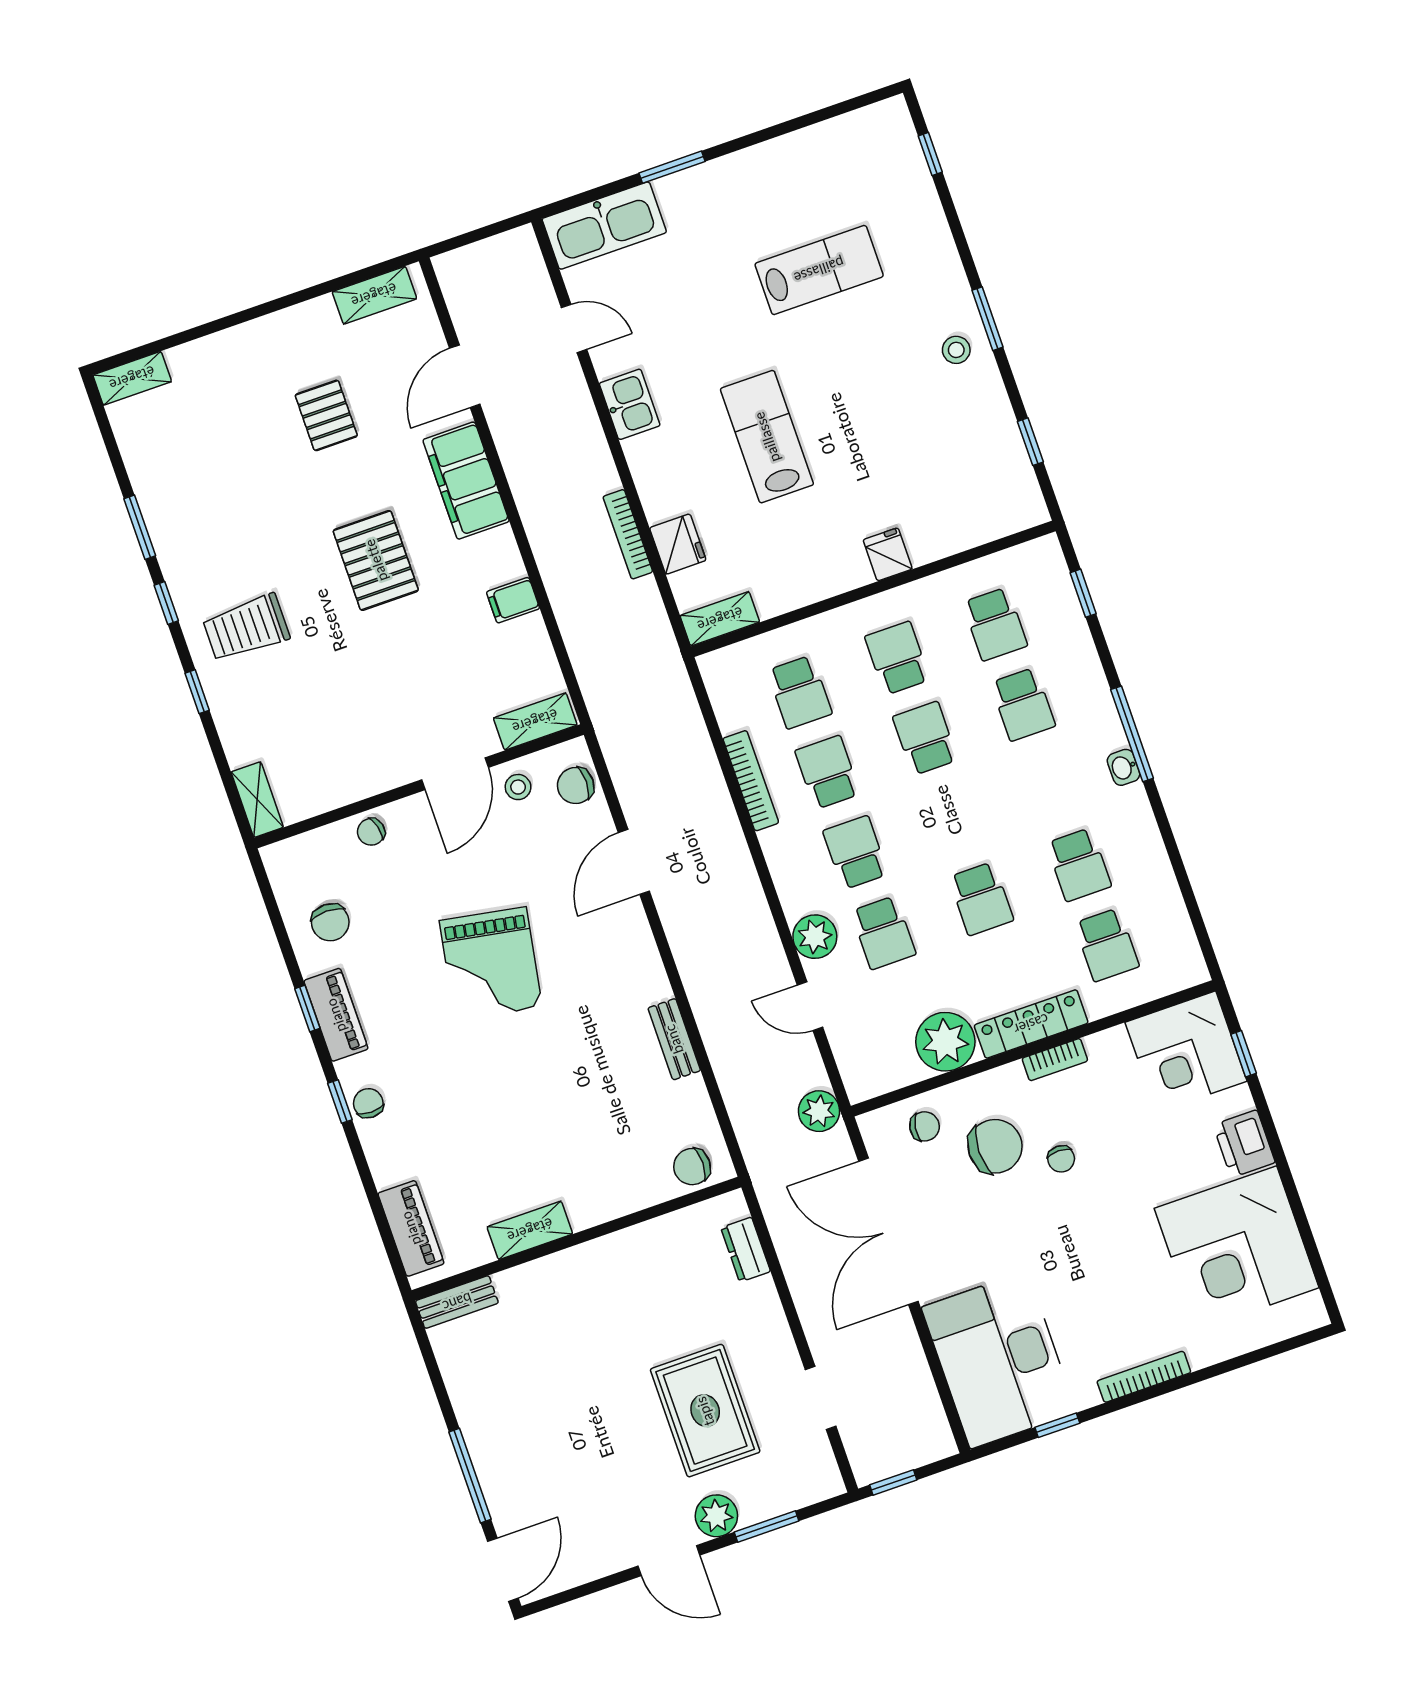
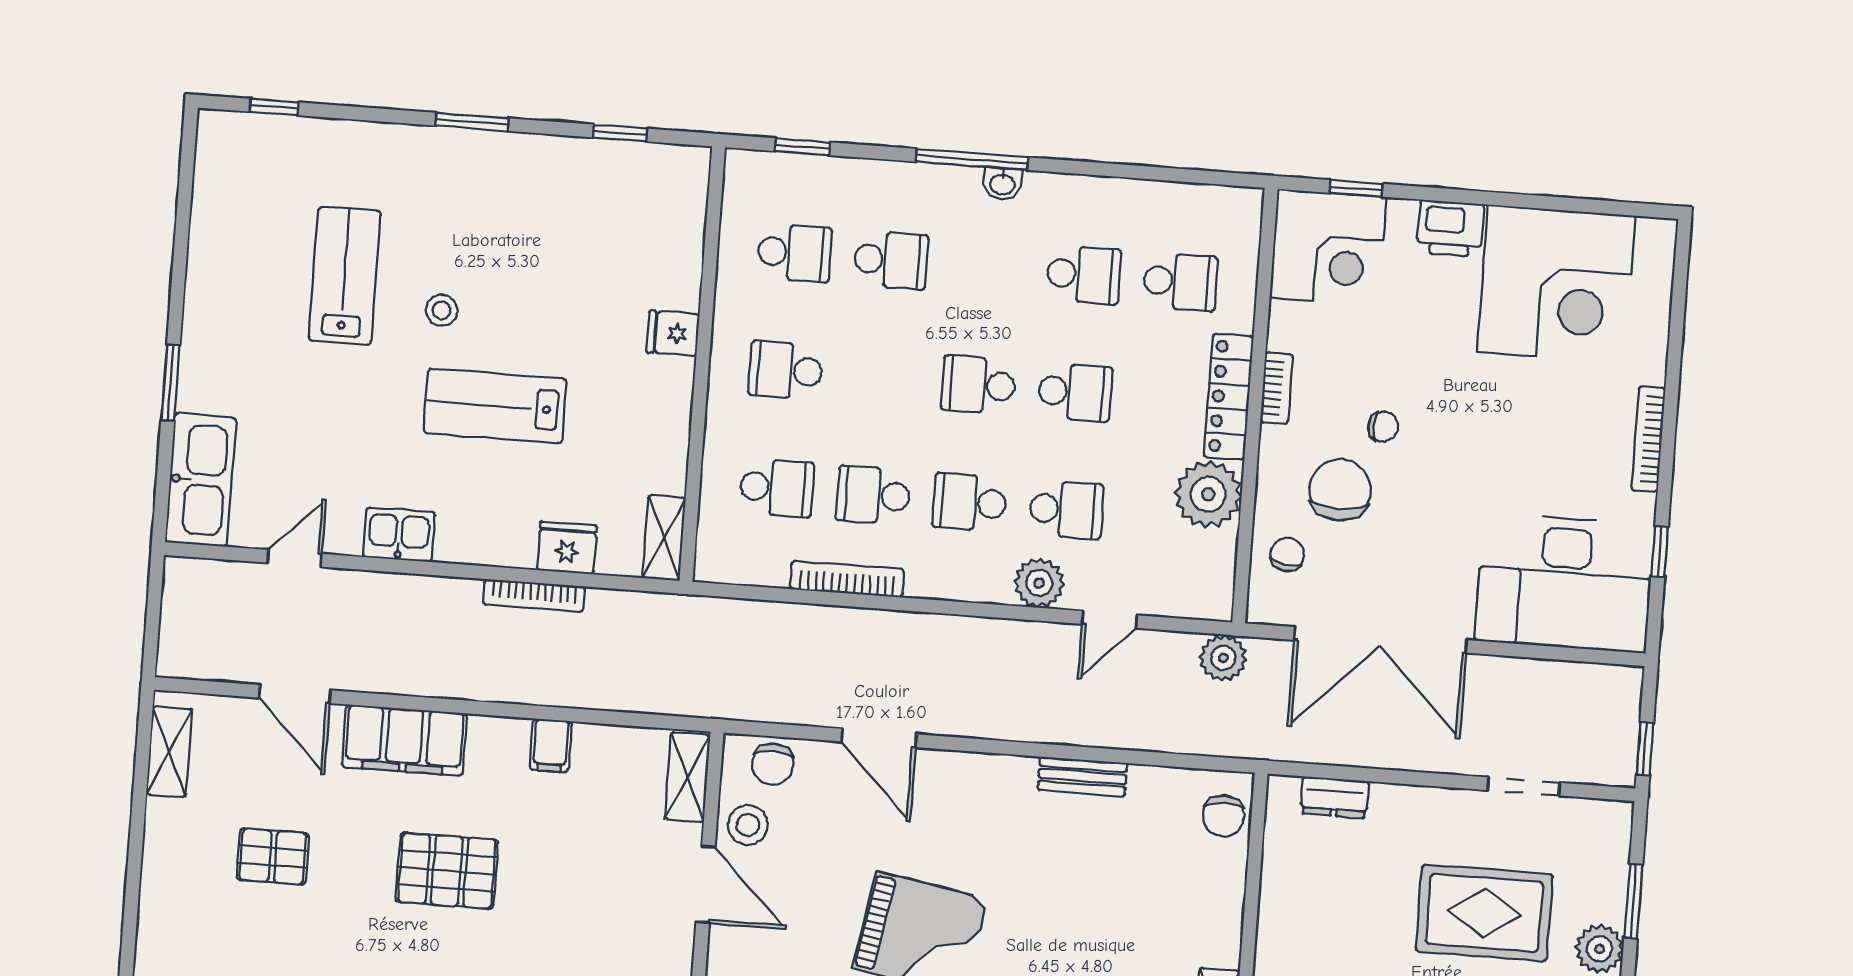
stool: (956, 350) -> (442, 310), moved
school desk: (925, 738) -> (979, 385), moved
stool: (518, 787) -> (748, 825), width x1.37, depth x1.37

